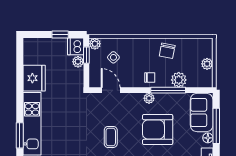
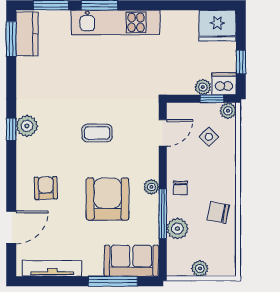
fridge: (34, 78) -> (217, 26), moved
floor lamp: (208, 138) -> (96, 269), removed

